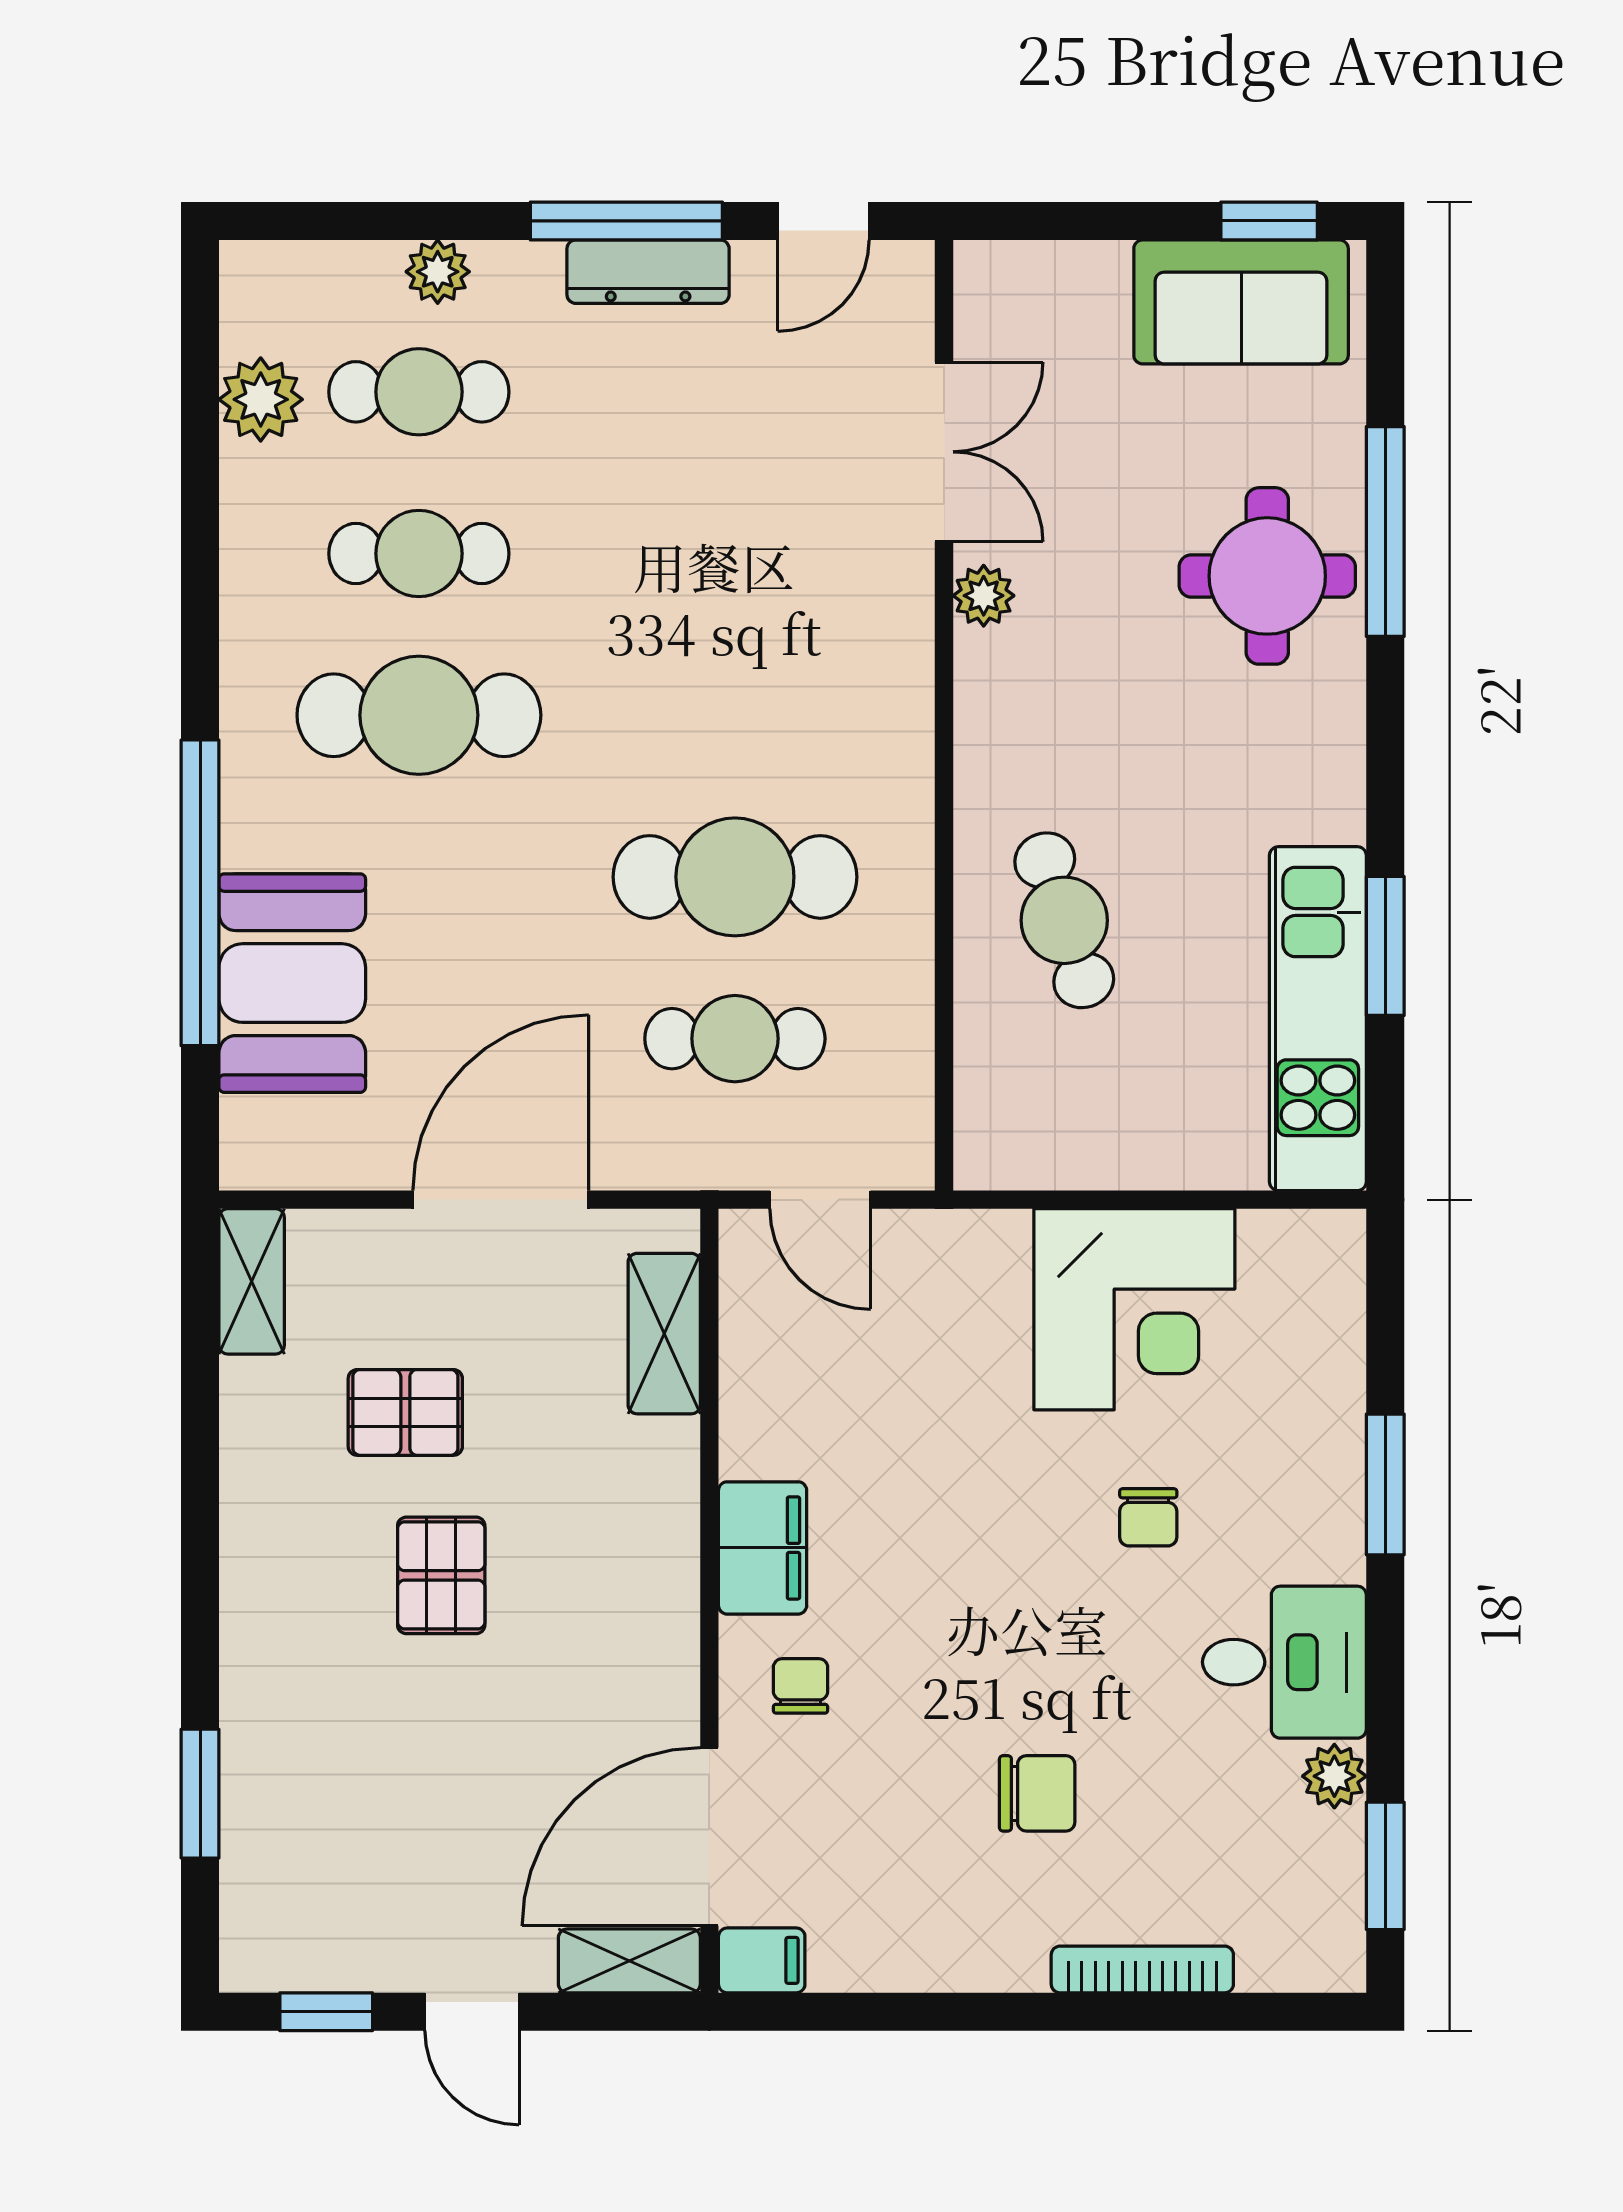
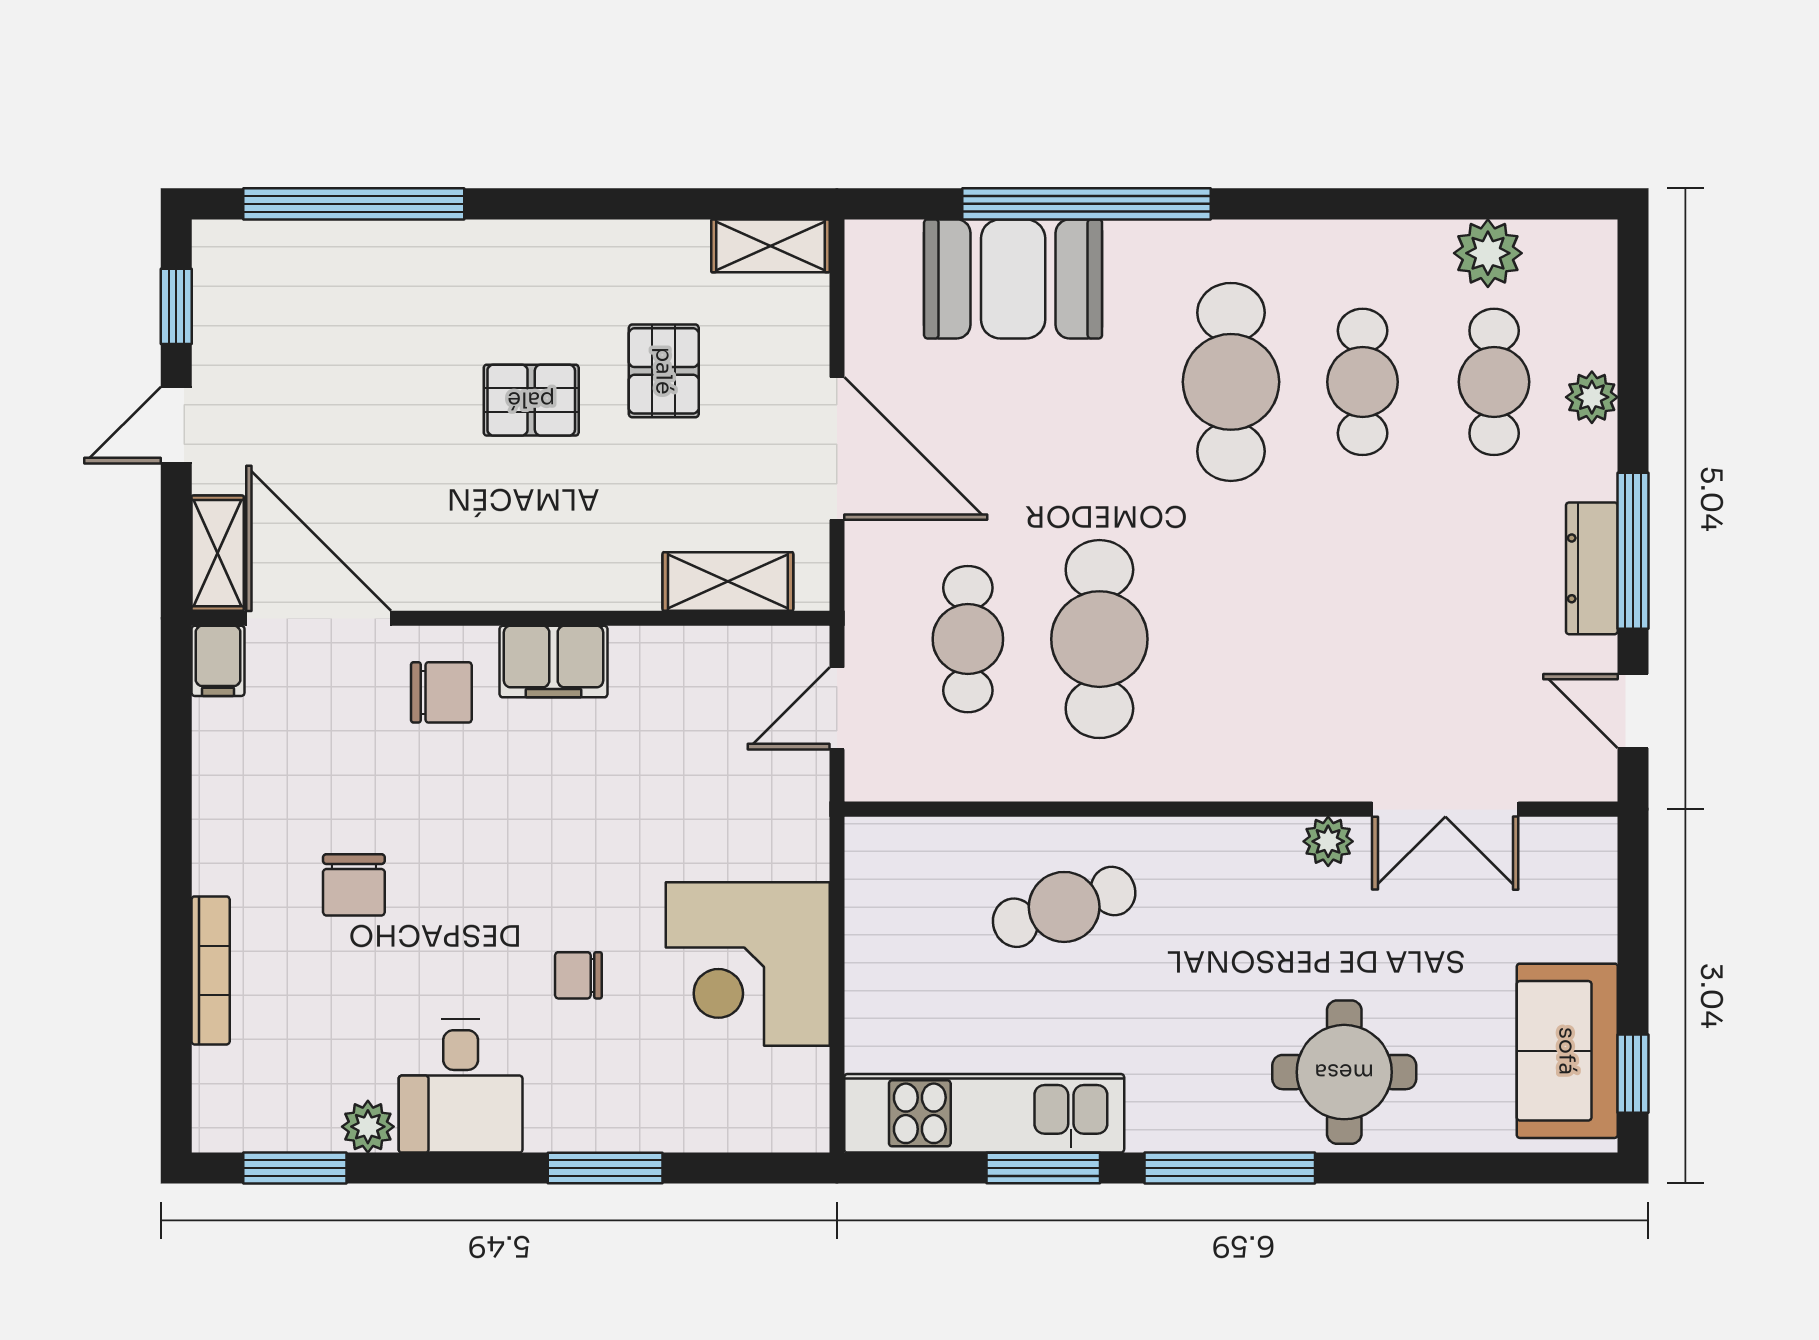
window: (1385, 532) -> (1230, 1168), moved
chair: (801, 1686) -> (441, 692), width x1.37, depth x1.37
window: (200, 1794) -> (354, 204), width x2.11

